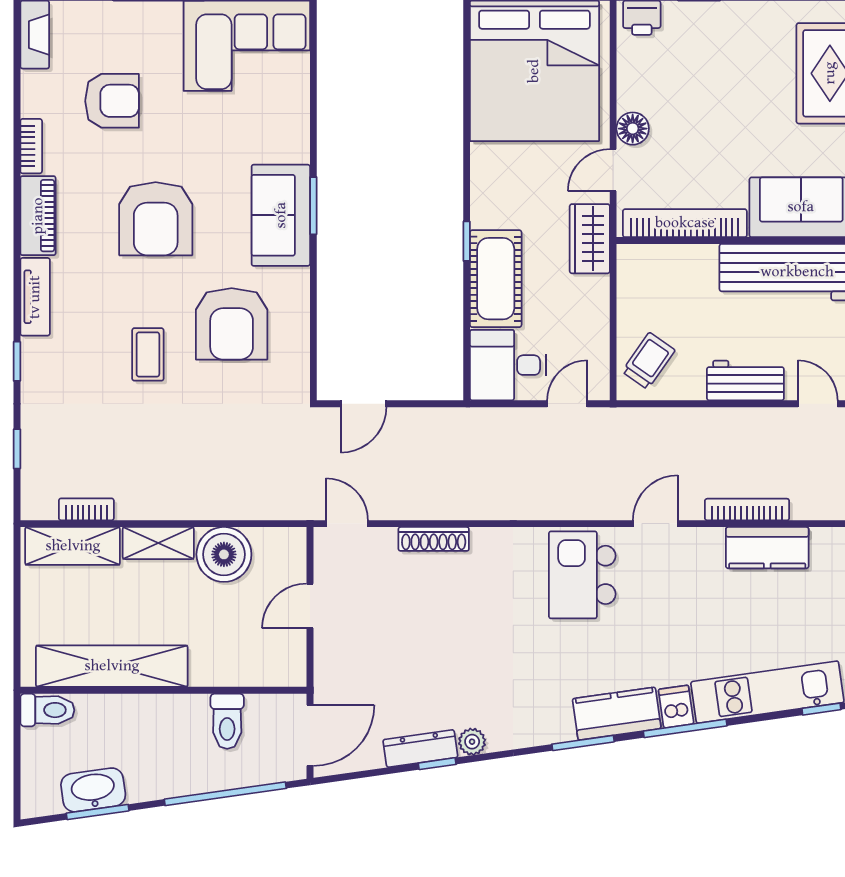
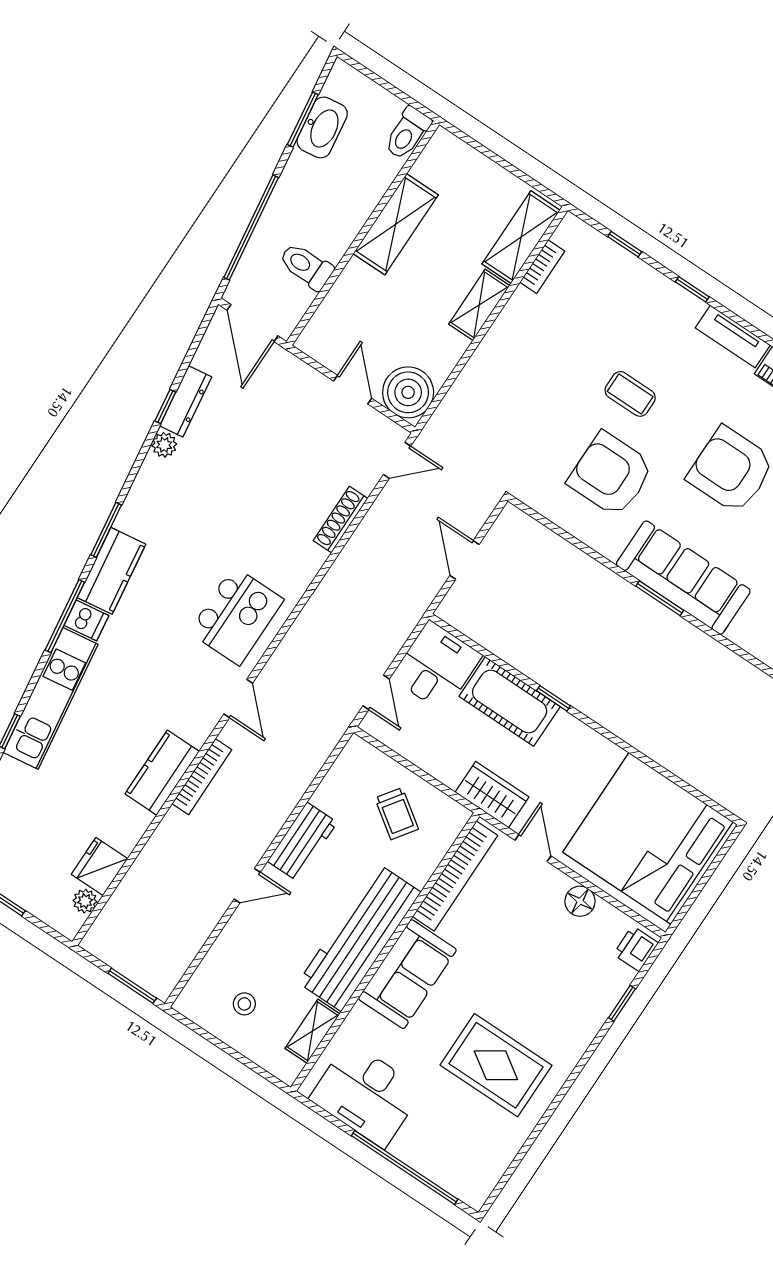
floor lamp: (633, 129) -> (580, 901), moved
sofa: (281, 215) -> (683, 578), width x1.36
trolley: (649, 361) -> (397, 814), moved
door: (364, 404) -> (464, 560), moved
boiler: (224, 554) -> (408, 392), moved
kitchen island: (582, 575) -> (236, 616), turned 90
shelving: (112, 666) -> (396, 224), width x0.68

